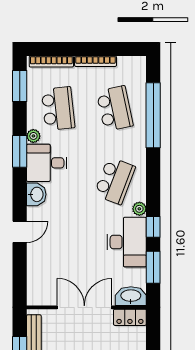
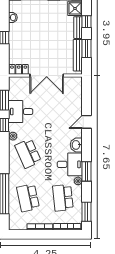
school desk: (115, 181) -> (28, 153), turned -45
desk: (127, 242) -> (21, 112), width x0.73
washbasin: (131, 296) -> (18, 82), removed

